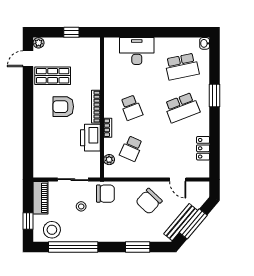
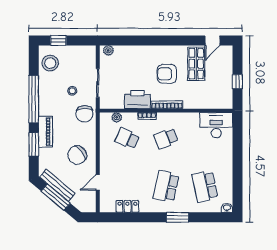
plant: (39, 43) -> (108, 50), moved
desk: (137, 51) -> (216, 125), moved, turned -90
door: (28, 59) -> (212, 40), swing flipped
armchair: (63, 107) -> (167, 74), turned -90
school desk: (182, 108) -> (166, 186), turned 33
piano: (40, 198) -> (46, 132), moved, turned -90
chair: (149, 201) -> (77, 155), turned -81
window: (73, 247) -> (34, 99), moved

